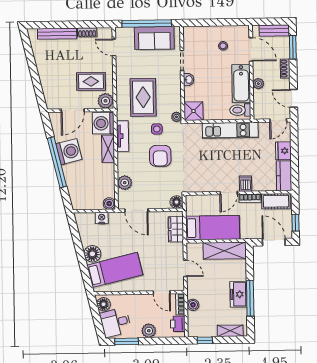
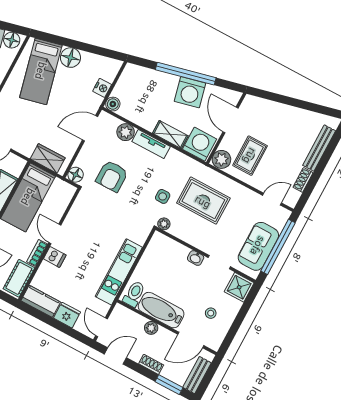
shower: (194, 111) -> (239, 287), moved
tv unit: (123, 136) -> (151, 144), moved
armchair: (160, 156) -> (112, 176), moved, turned -90

